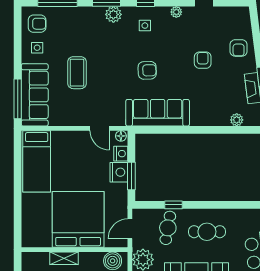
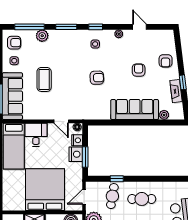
plant: (113, 14) -> (42, 36), moved
sofa: (158, 113) -> (135, 110), moved
desk: (66, 146) -> (36, 135), added

